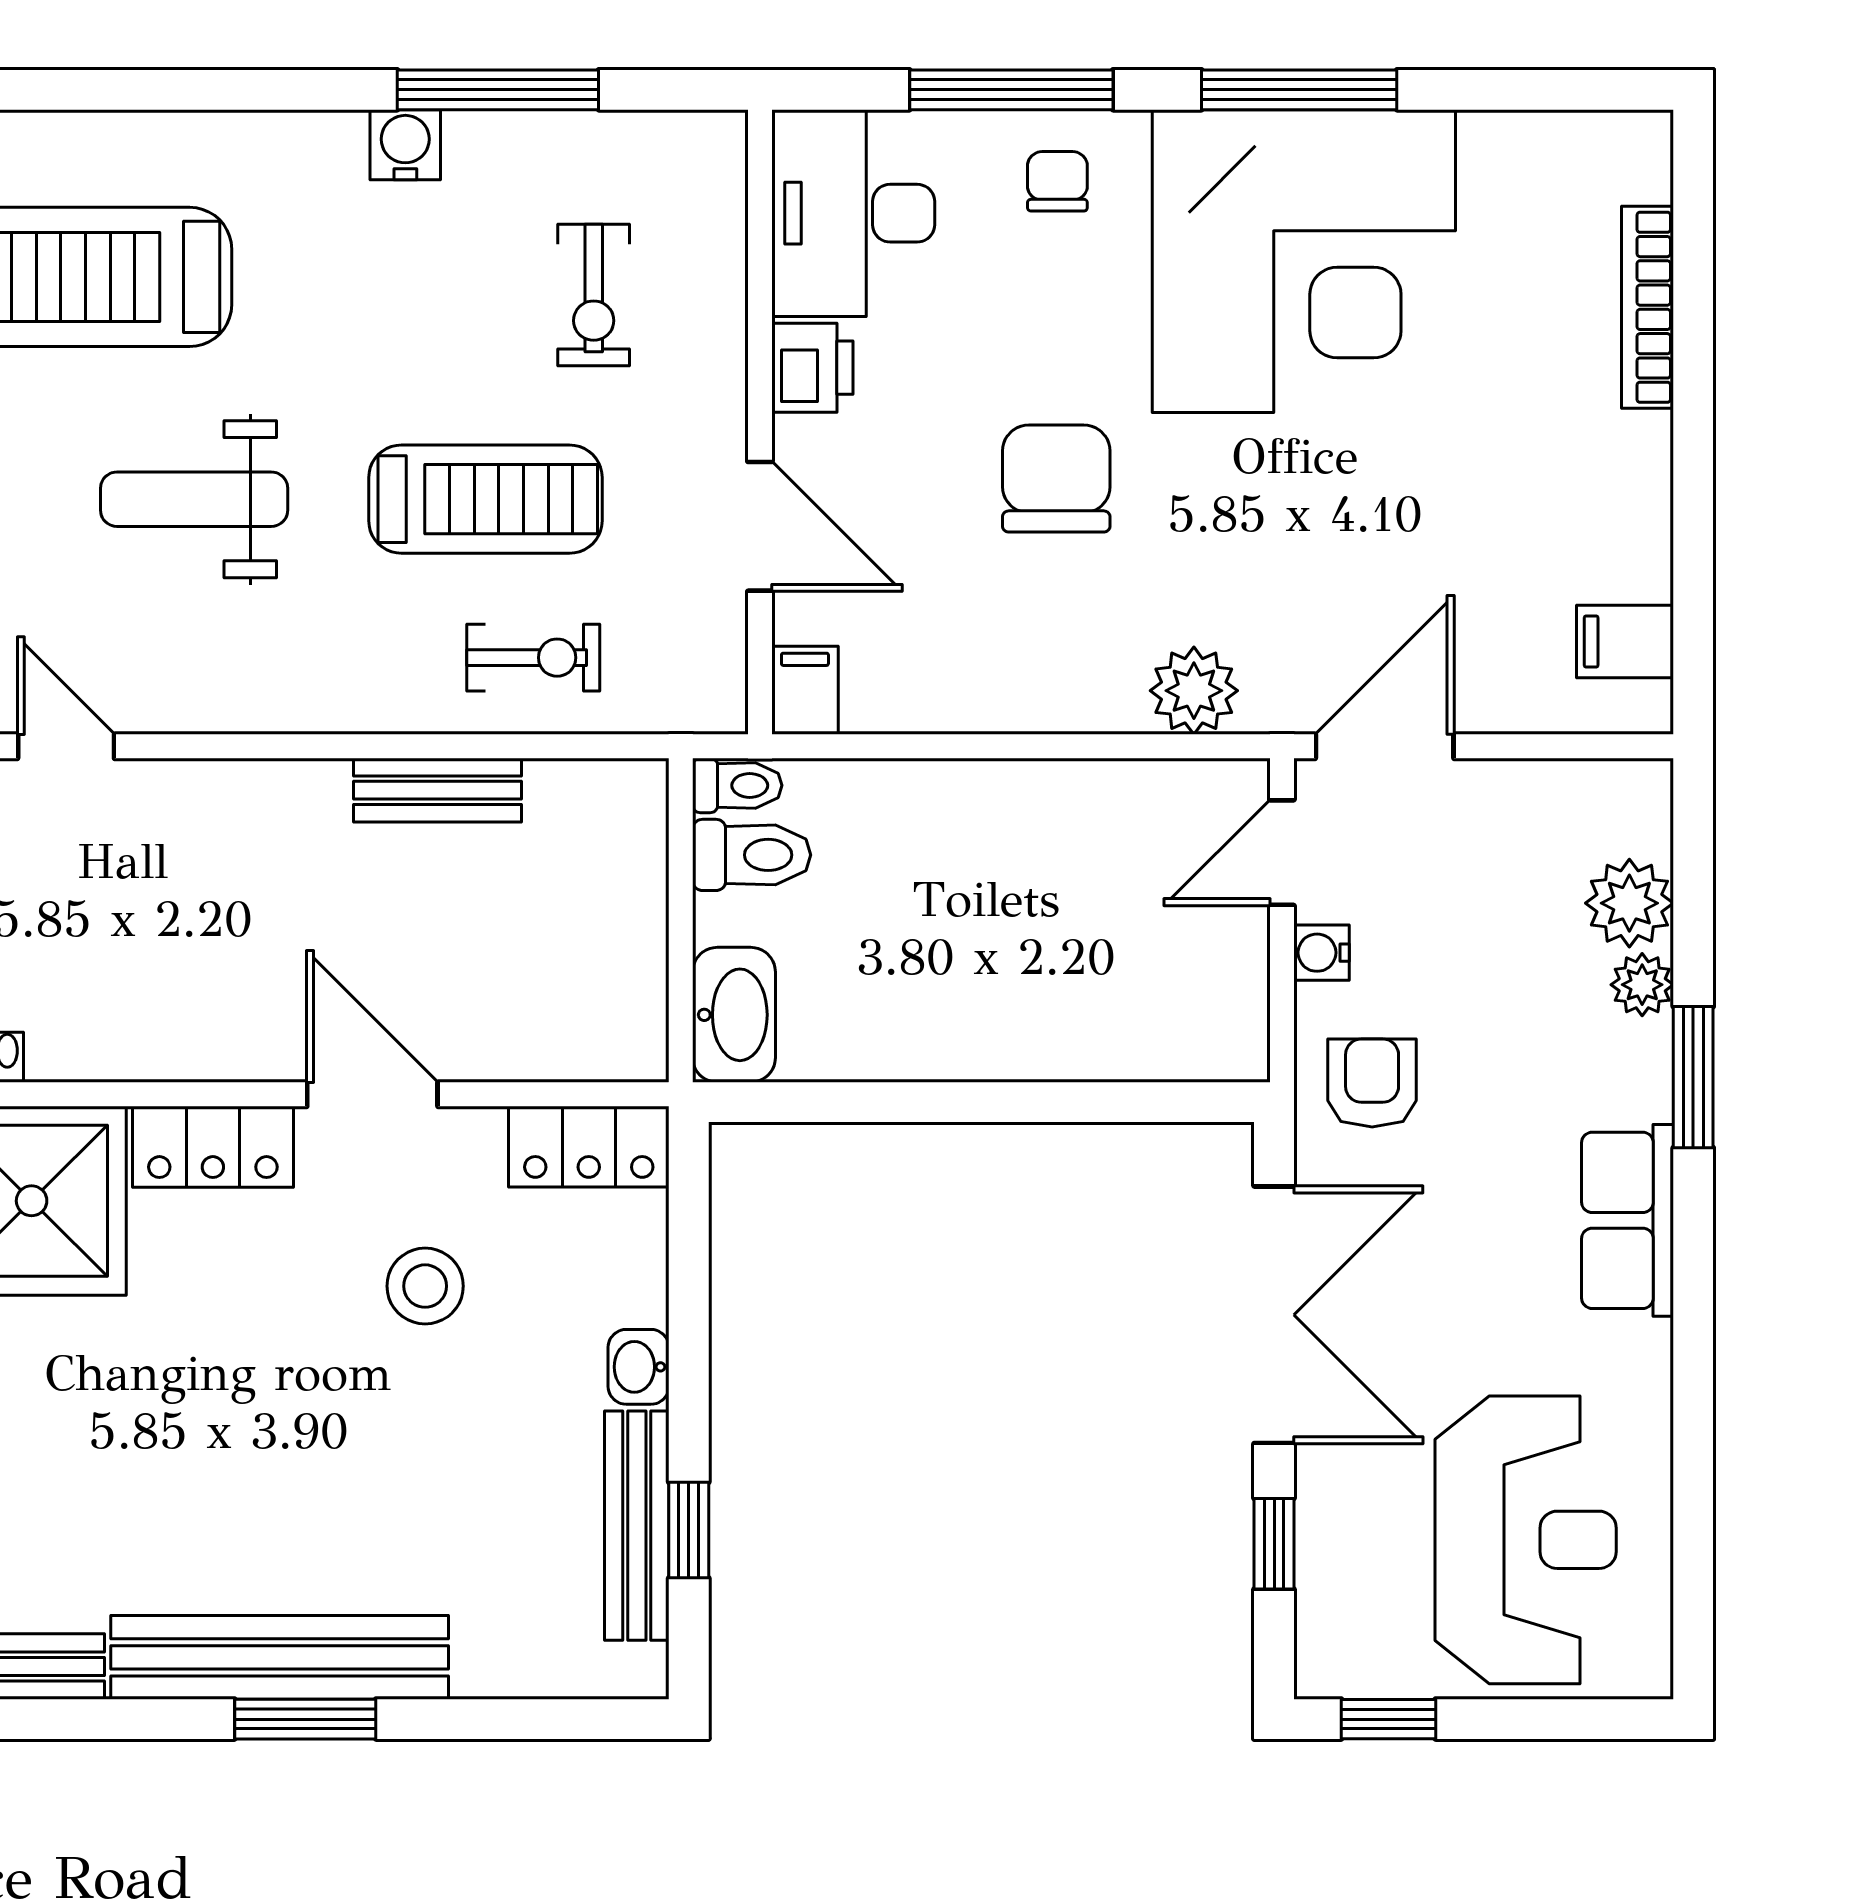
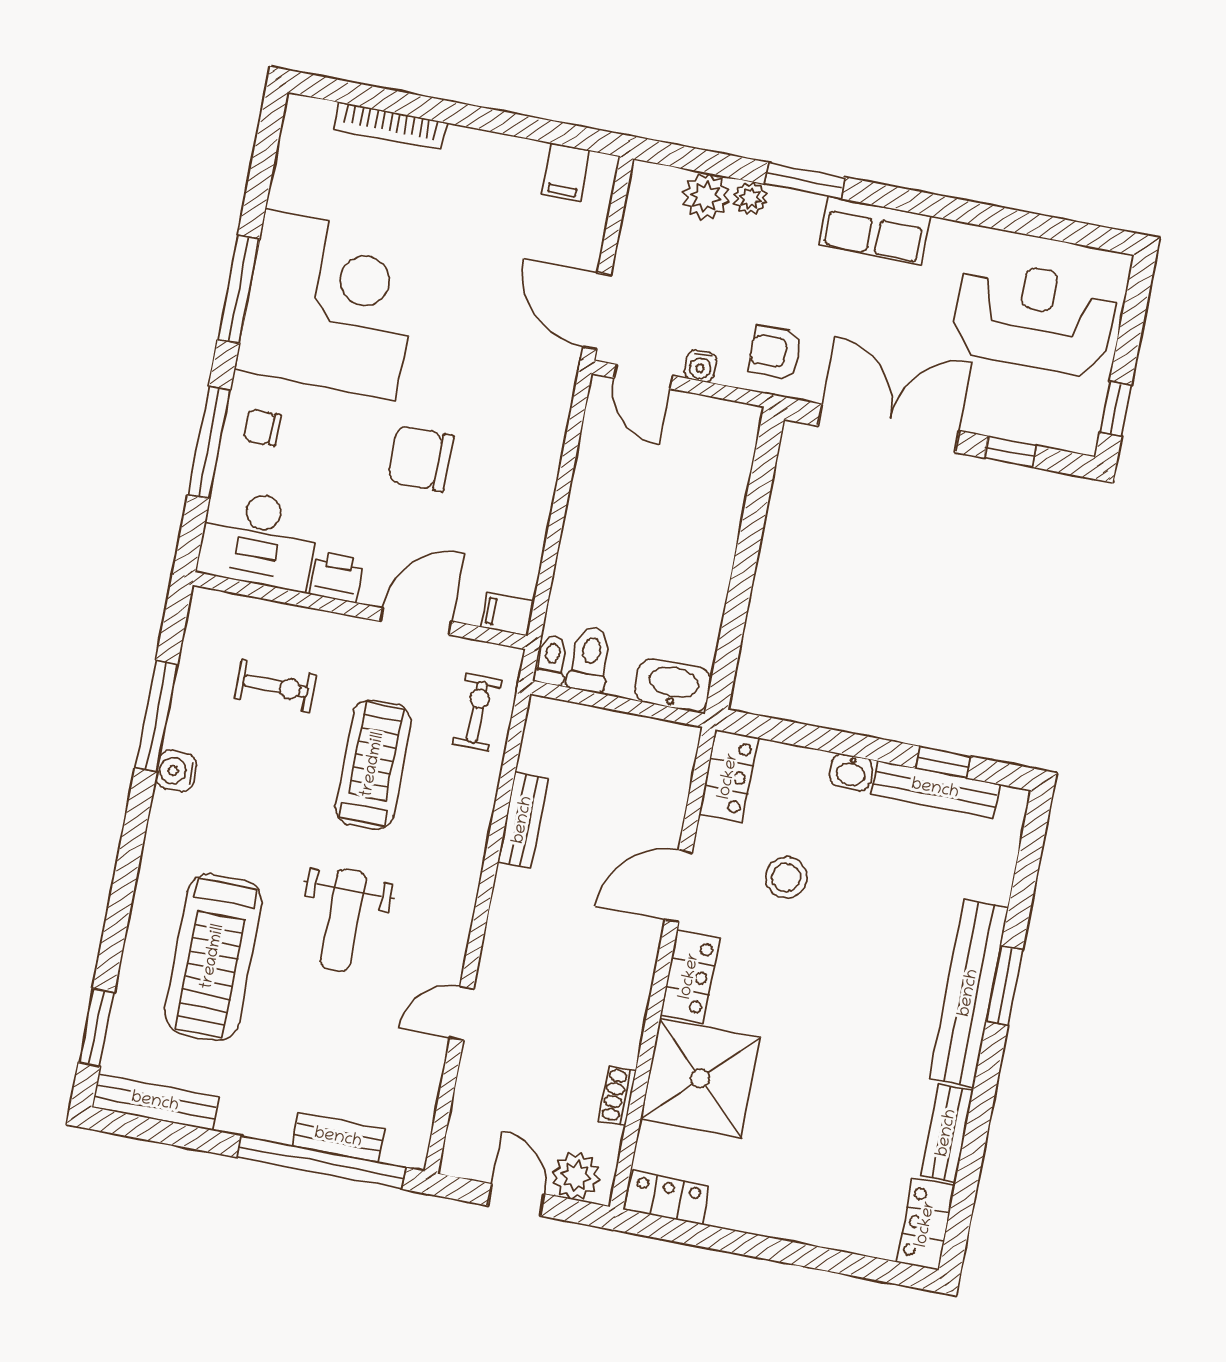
exercise bike: (533, 658) -> (477, 712), moved
plant: (1194, 691) -> (548, 407), removed

